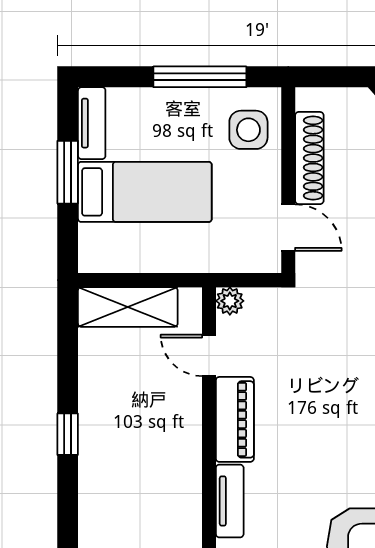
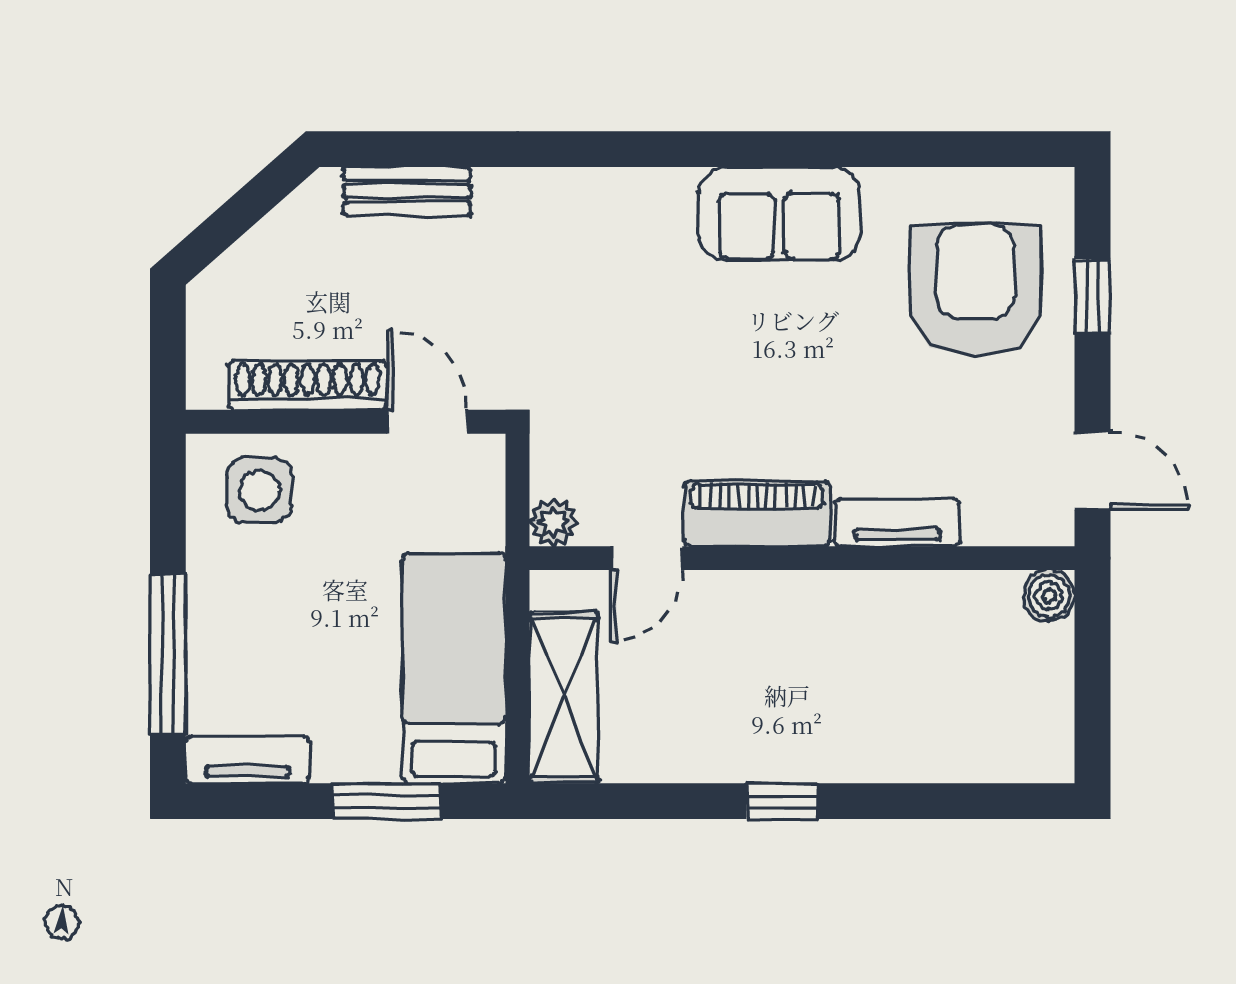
window: (200, 77) -> (168, 654), moved
window: (68, 172) -> (386, 801), moved
bed: (145, 192) -> (454, 668), moved
door: (288, 228) -> (427, 422), hinge flipped

